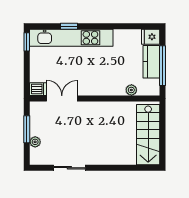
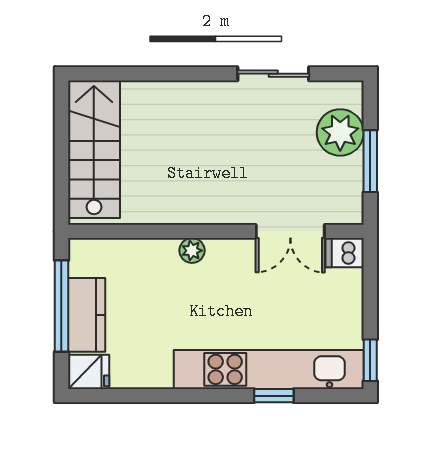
plant: (131, 90) -> (192, 251), moved
plant: (35, 142) -> (340, 132), width x1.88, depth x1.88

